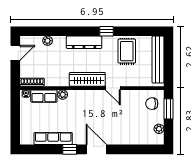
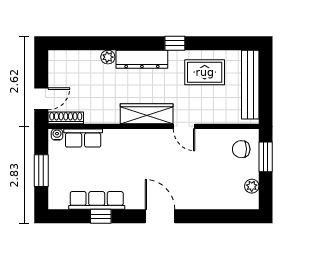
plant: (48, 41) -> (108, 57), moved
rug: (127, 51) -> (205, 72), turned 90
door: (15, 53) -> (41, 99), moved
plant: (63, 95) -> (111, 136), removed
window: (15, 118) -> (41, 171), added
window: (70, 149) -> (101, 216), moved

